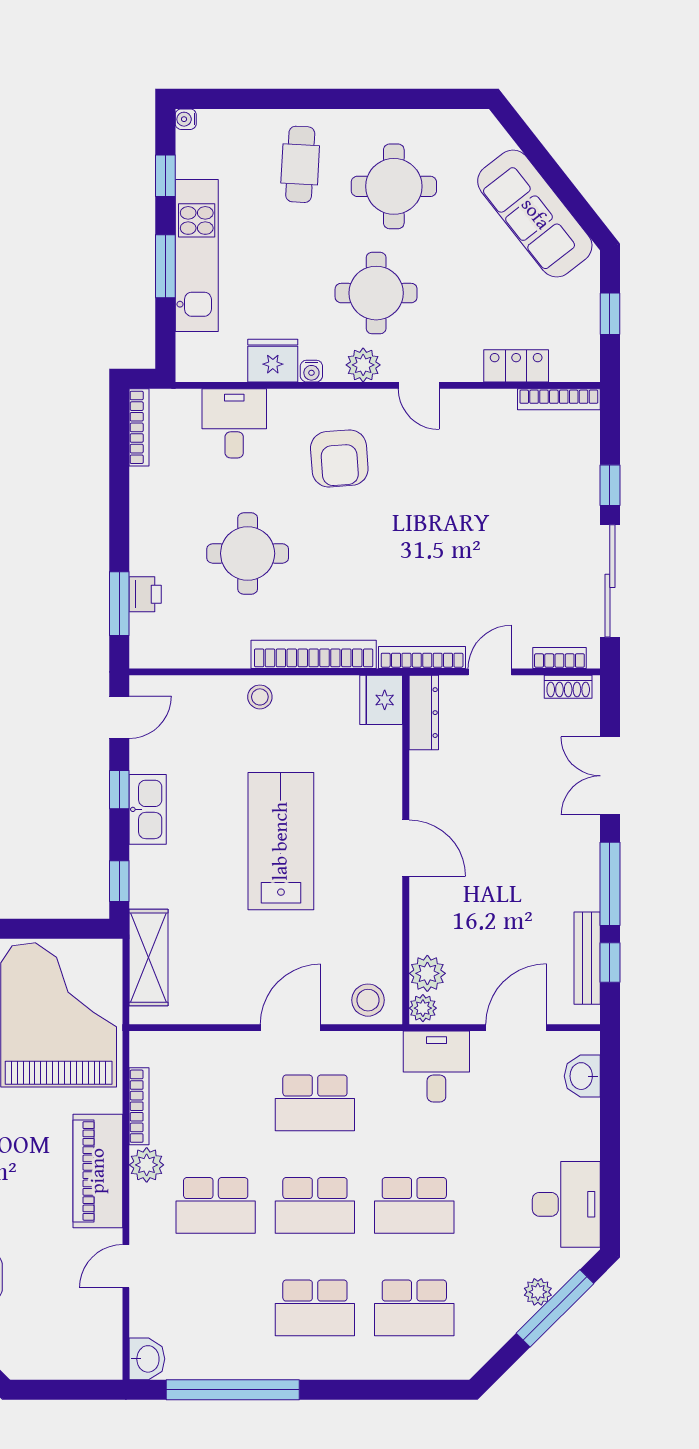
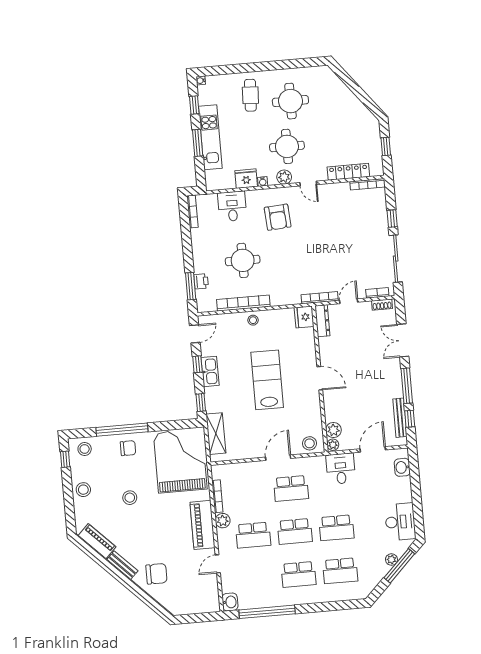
sofa: (535, 214) -> (351, 107), removed
locker: (516, 366) -> (348, 172), width x1.53
bookcase: (314, 654) -> (243, 303), moved

